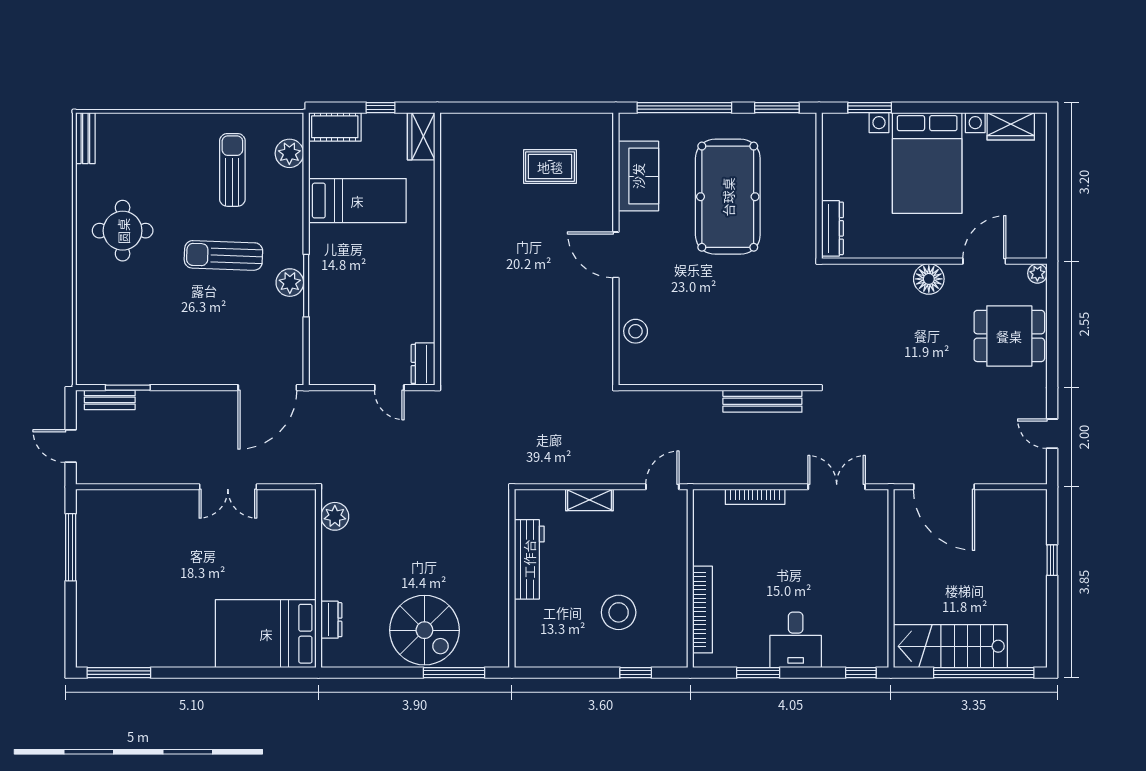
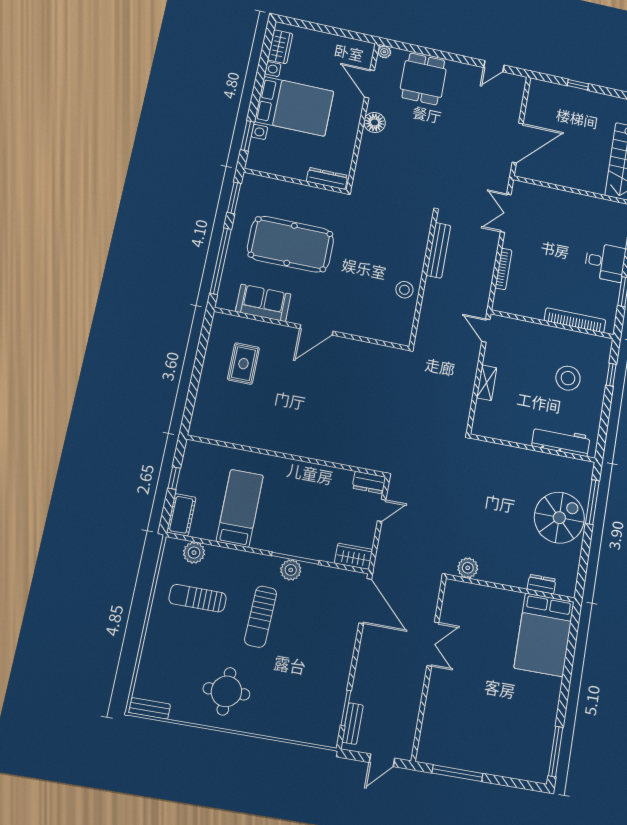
wardrobe: (421, 136) -> (354, 556), moved, turned 180
stool: (636, 331) -> (404, 290), moved
workbench: (529, 559) -> (561, 441), moved

